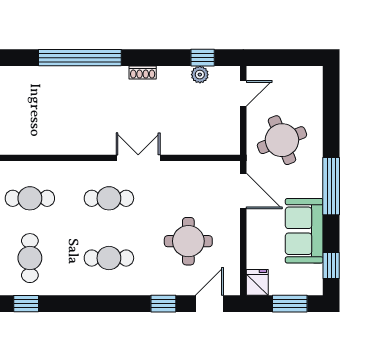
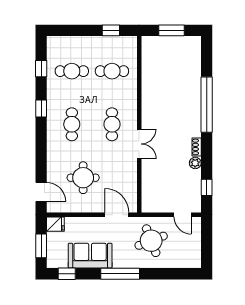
plant: (200, 75) -> (195, 163), moved
door: (243, 191) -> (117, 215), swing flipped
cafe table: (30, 198) -> (112, 71), turned 90
window: (163, 304) -> (41, 109), moved

